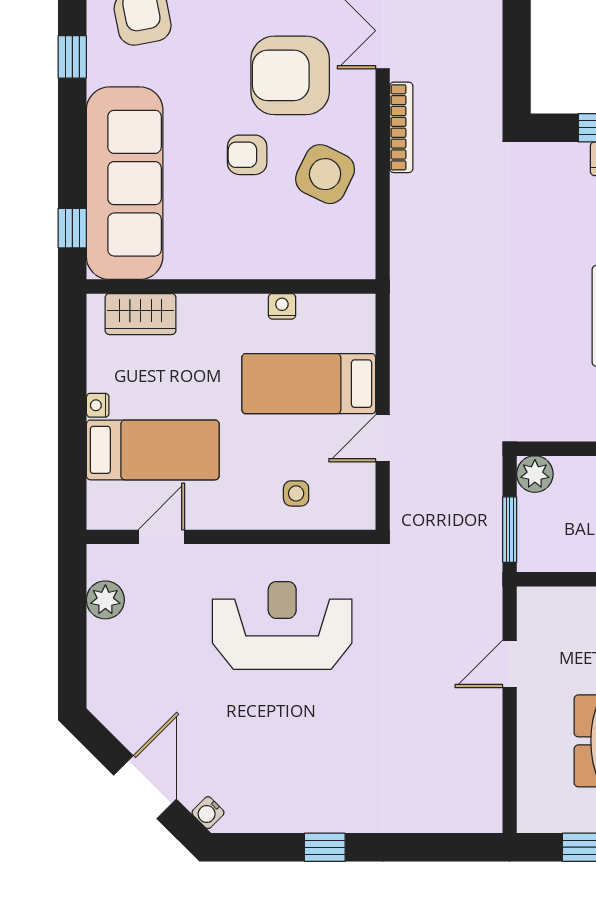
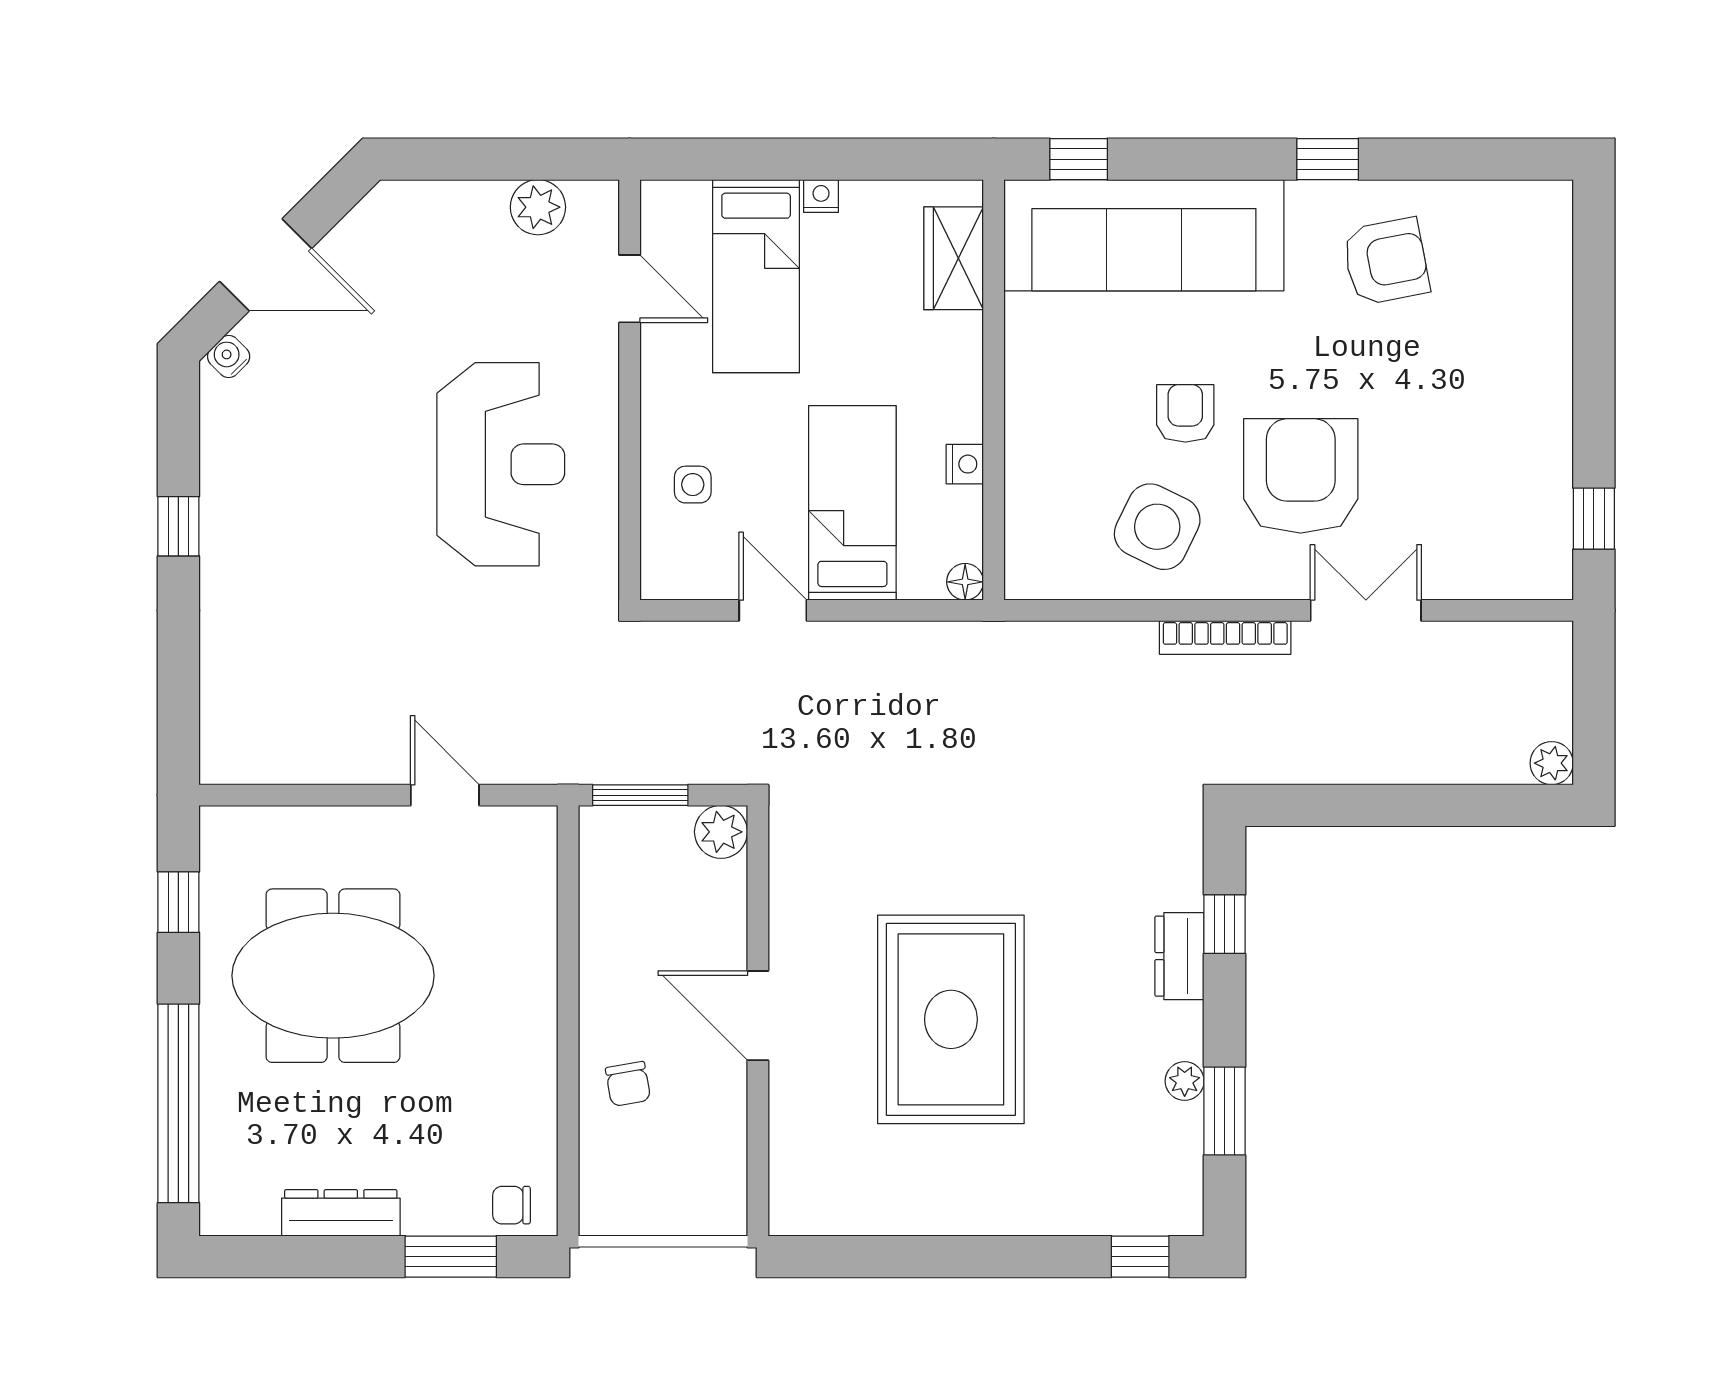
floor lamp: (363, 306) -> (965, 582), added

